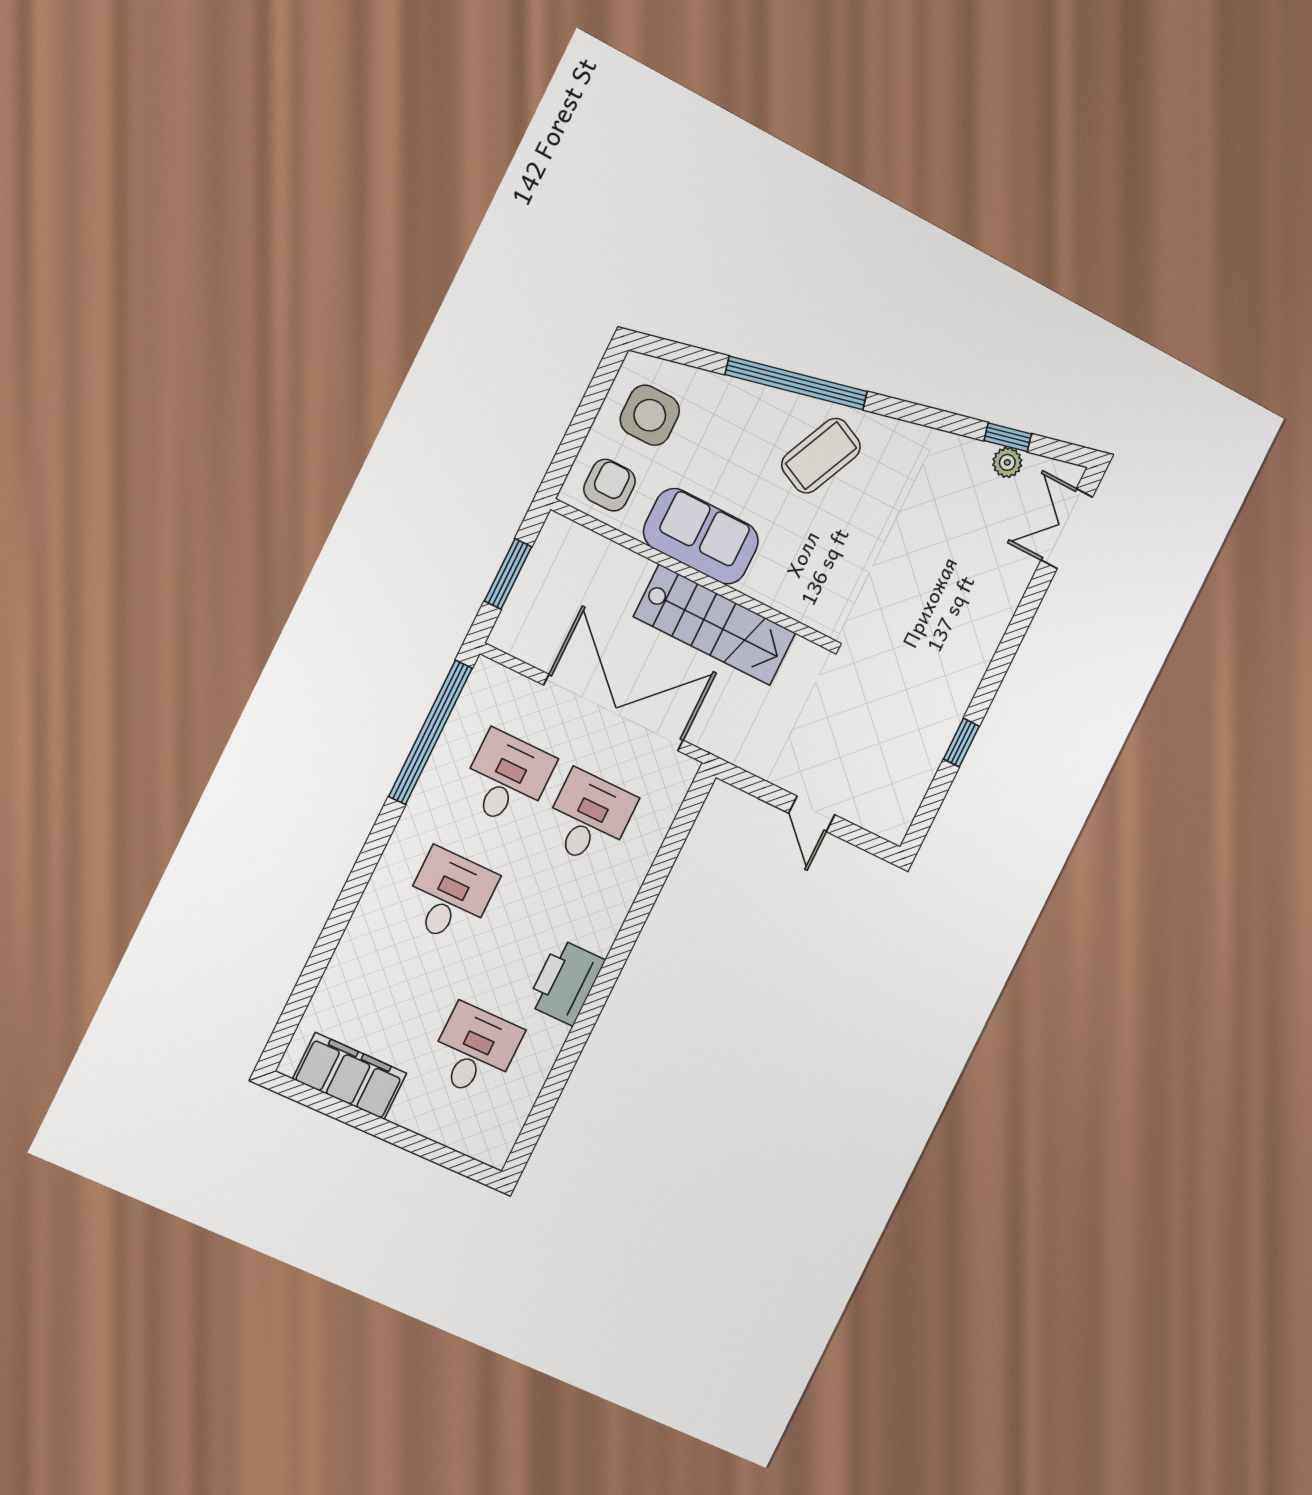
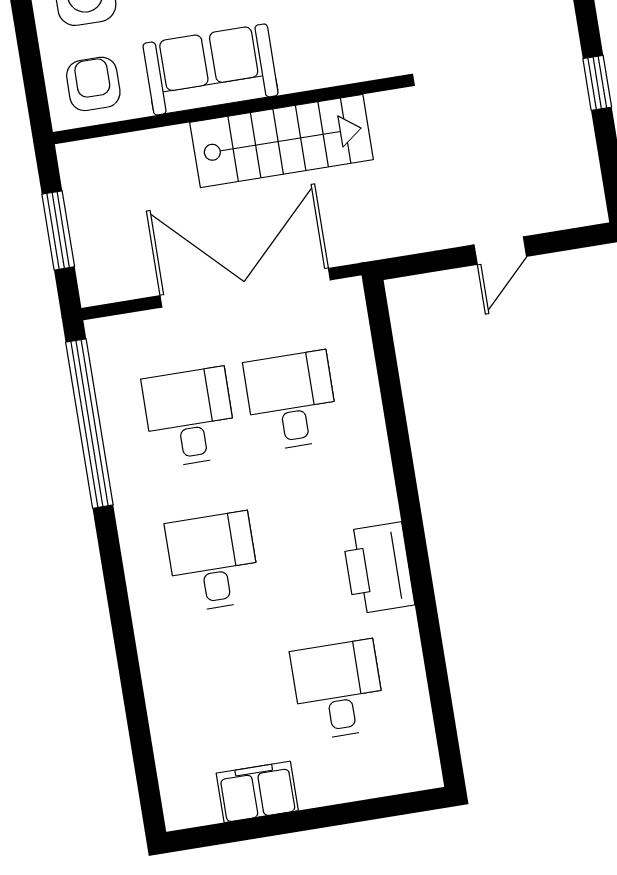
door: (812, 814) -> (500, 251), hinge flipped
filing cabinet: (350, 1076) -> (257, 792), width x0.67, depth x0.86

